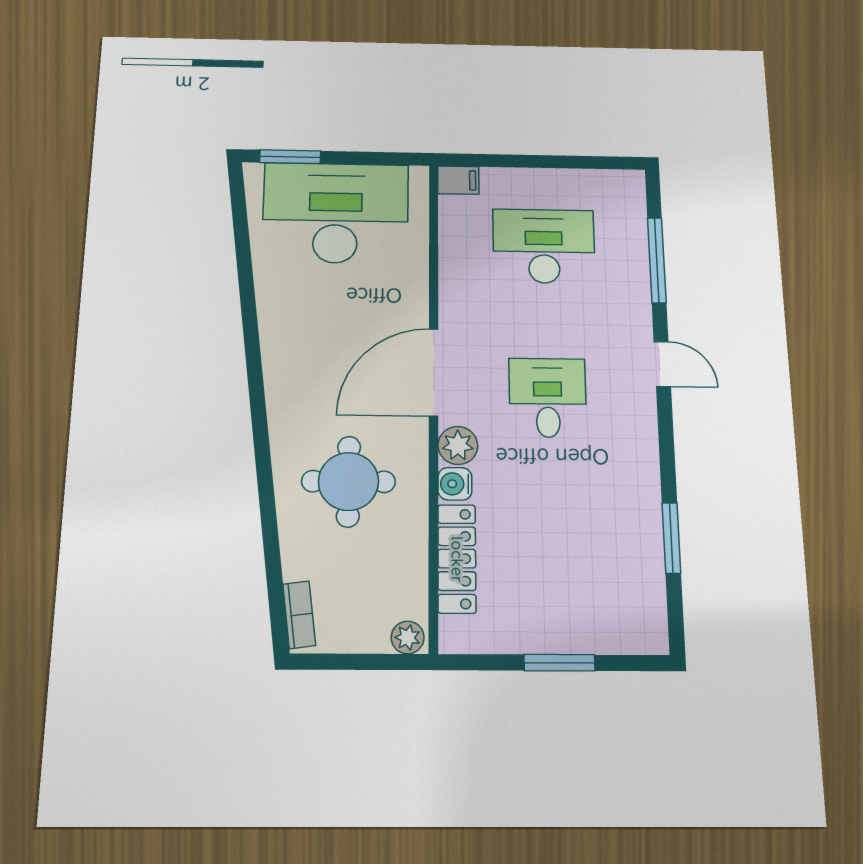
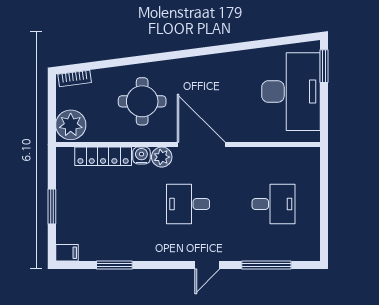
filing cabinet: (458, 180) -> (67, 253), moved, turned -90
desk: (544, 246) -> (274, 204), width x0.73
desk: (548, 398) -> (188, 204), turned 180
plant: (408, 637) -> (71, 125), width x1.88, depth x1.88

